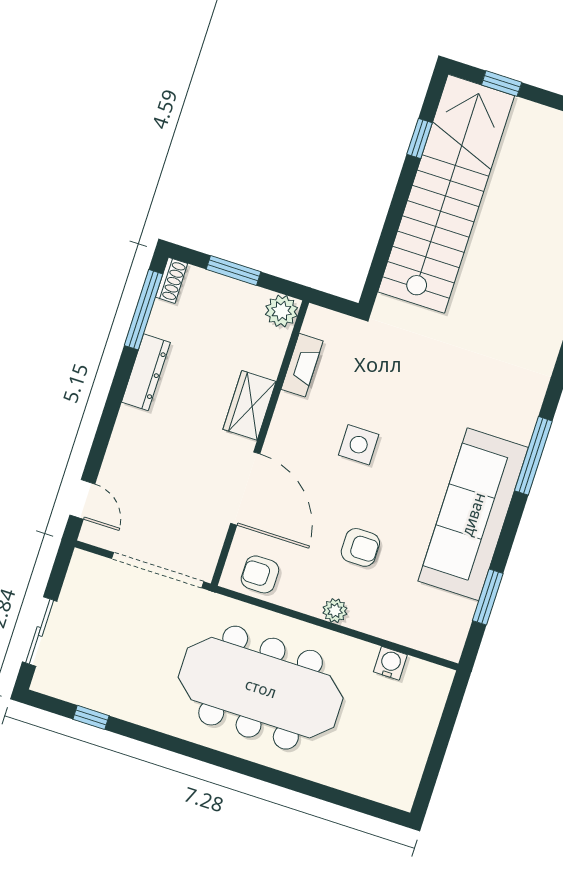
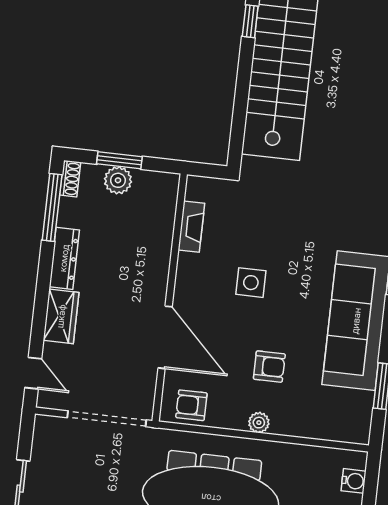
plant: (281, 311) -> (118, 180), moved
wardrobe: (249, 405) -> (61, 316), moved, turned 180
water cooler: (390, 663) -> (354, 481), moved, turned 90

